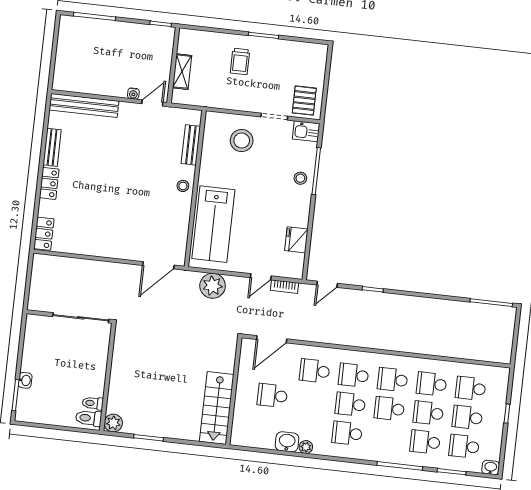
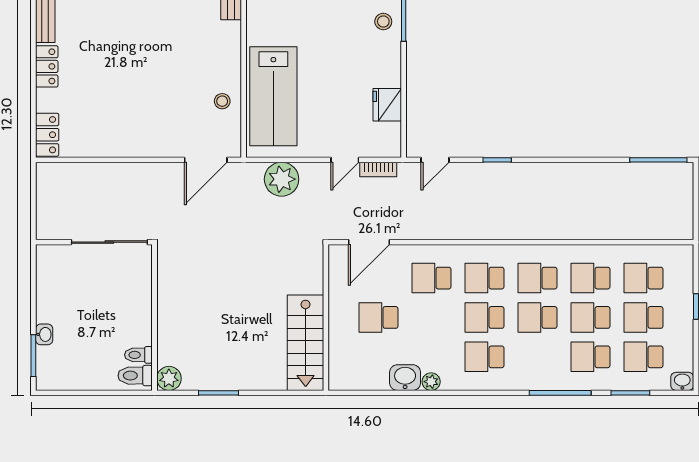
stool: (183, 186) -> (222, 101), moved

